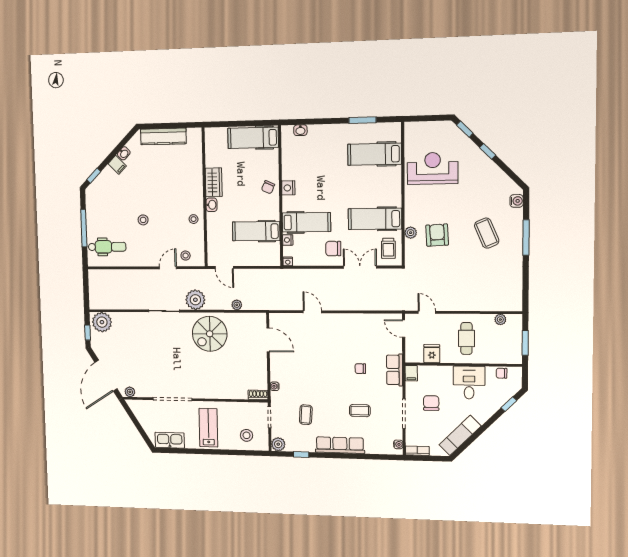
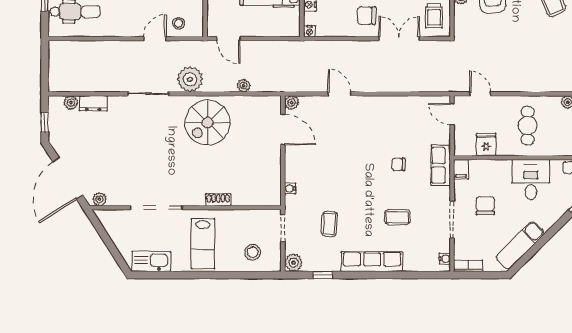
dresser: (123, 318) -> (93, 103), added
plant: (275, 318) -> (292, 103), added
plant: (102, 322) -> (71, 102), width x0.53, depth x0.53
shoe rack: (258, 395) -> (218, 200), moved
lab bench: (208, 428) -> (203, 244), turned 180

